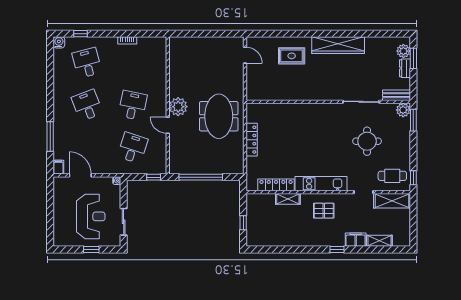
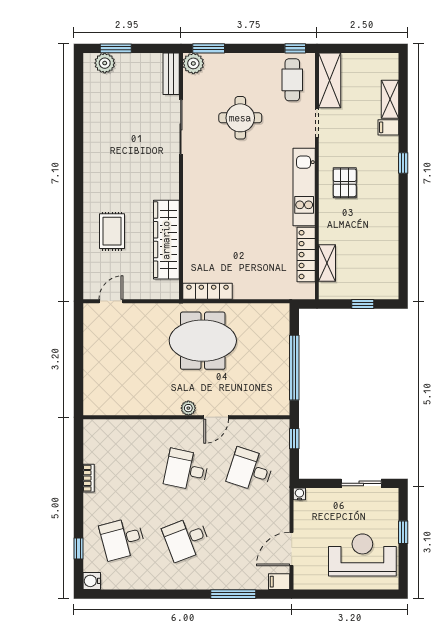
wardrobe: (338, 45) -> (166, 240), moved, turned 180
dresser: (405, 68) -> (131, 61), removed
plant: (178, 107) -> (188, 408), width x0.53, depth x0.53
locker: (252, 140) -> (207, 291), moved
shelving: (288, 199) -> (327, 263), moved
reception desk: (91, 216) -> (362, 555), moved
filing cabinet: (356, 240) -> (388, 127), width x0.50

